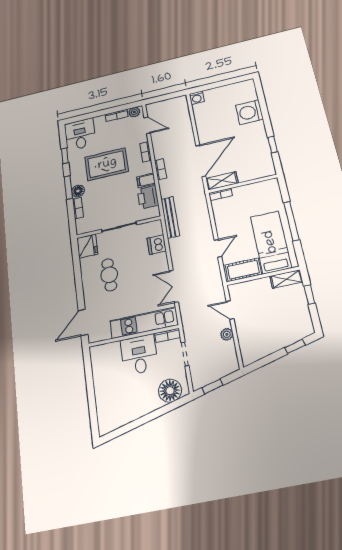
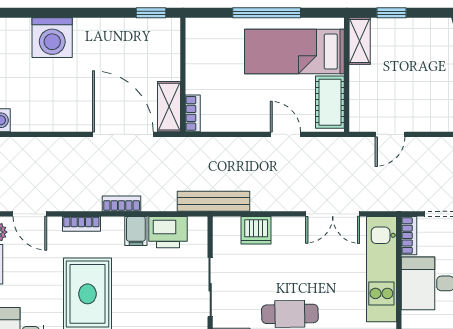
door: (147, 125) -> (30, 214), swing flipped
window: (273, 145) -> (151, 13), moved
plant: (227, 334) -> (426, 146), removed

